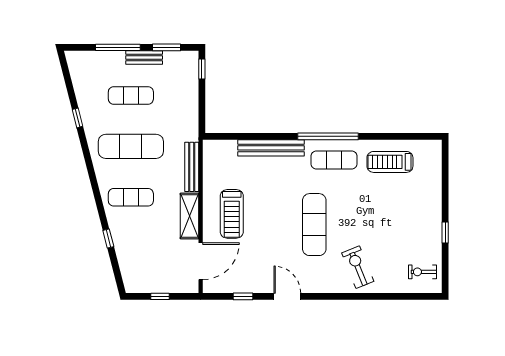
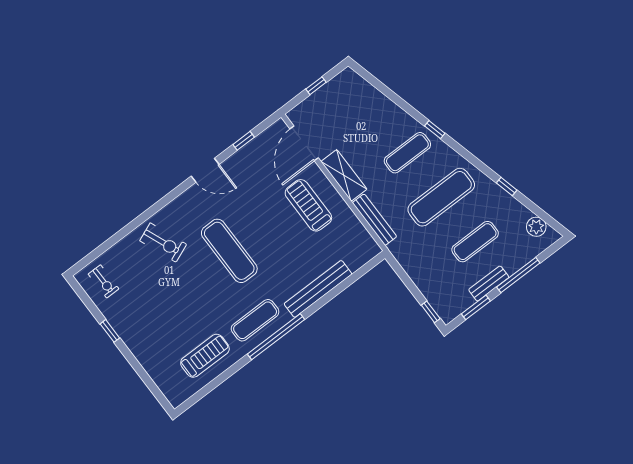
plant: (78, 72) -> (536, 227), added
window: (108, 239) -> (435, 130), moved
exercise bike: (422, 272) -> (104, 281), turned 90

